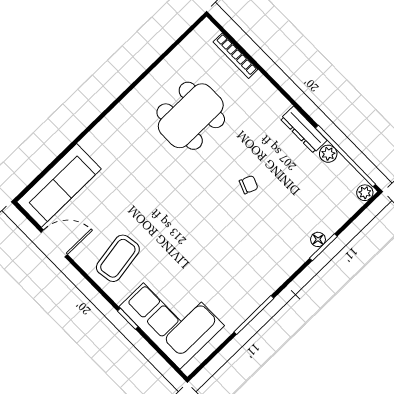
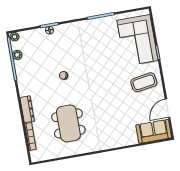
dining table: (191, 116) -> (68, 123), turned 90
dresser: (304, 130) -> (27, 109), moved
plant: (328, 154) -> (17, 55), moved
sofa: (59, 185) -> (154, 131), width x0.73
door: (54, 243) -> (168, 108), hinge flipped

